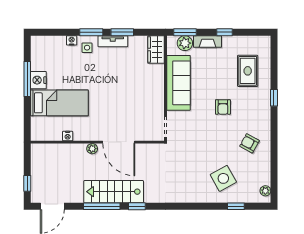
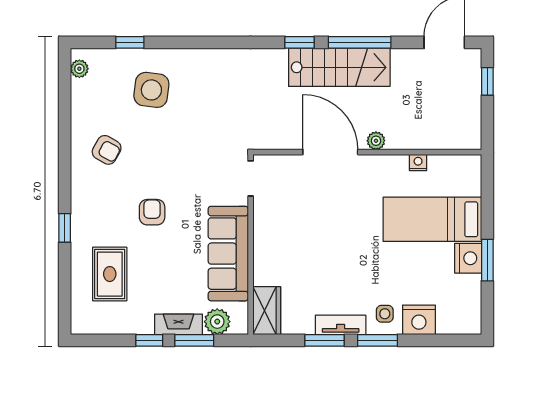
window: (185, 32) -> (194, 340), moved
nightstand: (72, 40) -> (419, 320), width x1.89, depth x1.79
window: (27, 79) -> (487, 260), width x0.69
side table: (223, 178) -> (151, 90), turned 36

